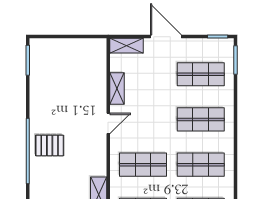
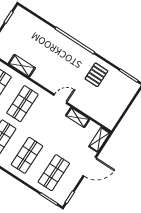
door: (108, 123) -> (60, 99), swing flipped
pallet: (50, 145) -> (96, 75), moved

